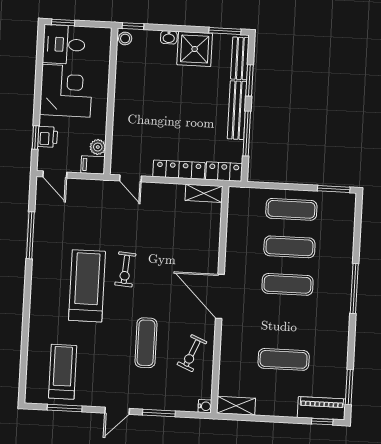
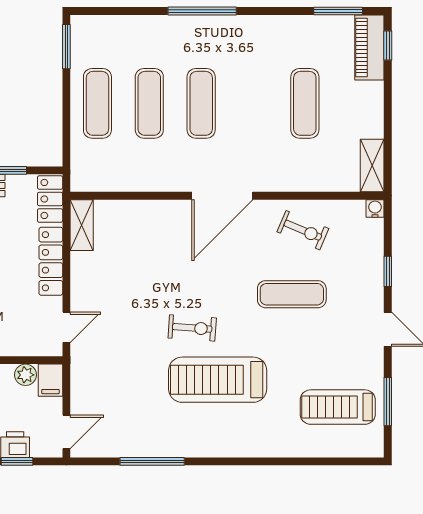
window: (159, 413) -> (388, 271), width x0.67

